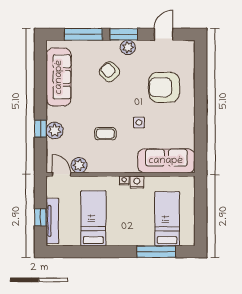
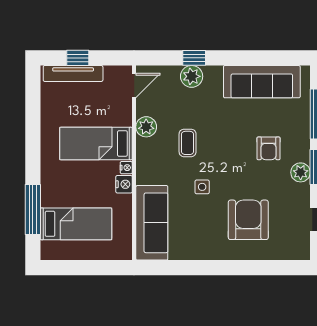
armchair: (109, 72) -> (269, 148), turned 133
plant: (79, 165) -> (146, 127), moved
bed: (93, 218) -> (96, 144), moved, turned 180

